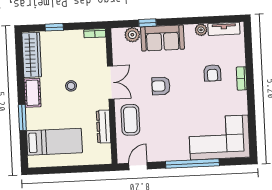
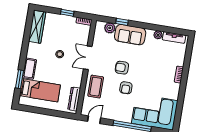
window: (54, 27) -> (67, 13), moved
armchair: (212, 73) -> (126, 88), moved
double door: (111, 82) -> (88, 58), swing flipped
cot: (33, 93) -> (29, 69), moved
window: (22, 118) -> (19, 79), moved
dresser: (104, 127) -> (74, 99), moved

